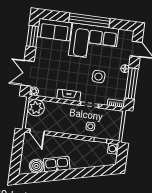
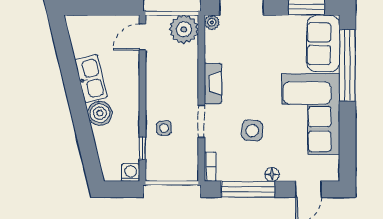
window: (89, 20) -> (347, 65), moved
boiler: (36, 166) -> (100, 113), moved

